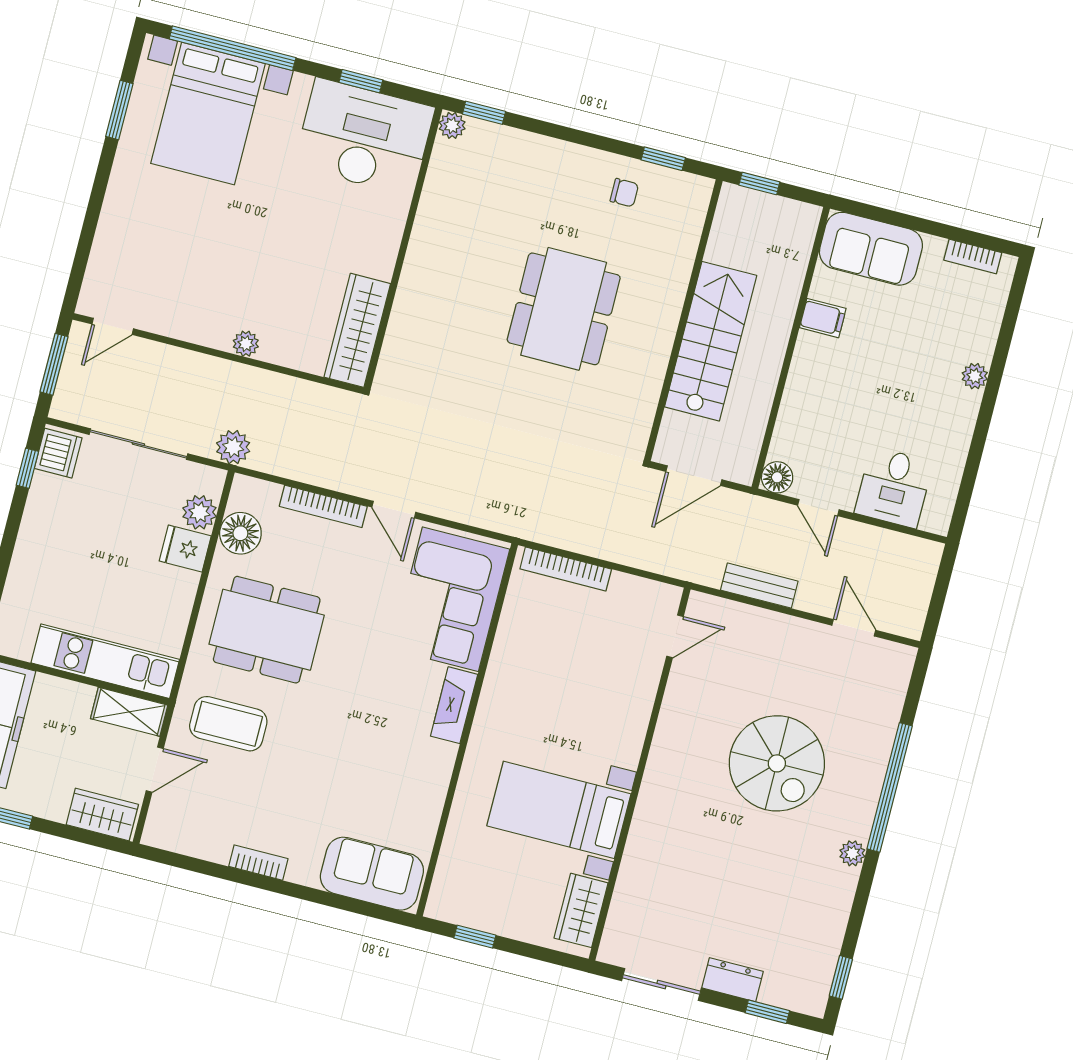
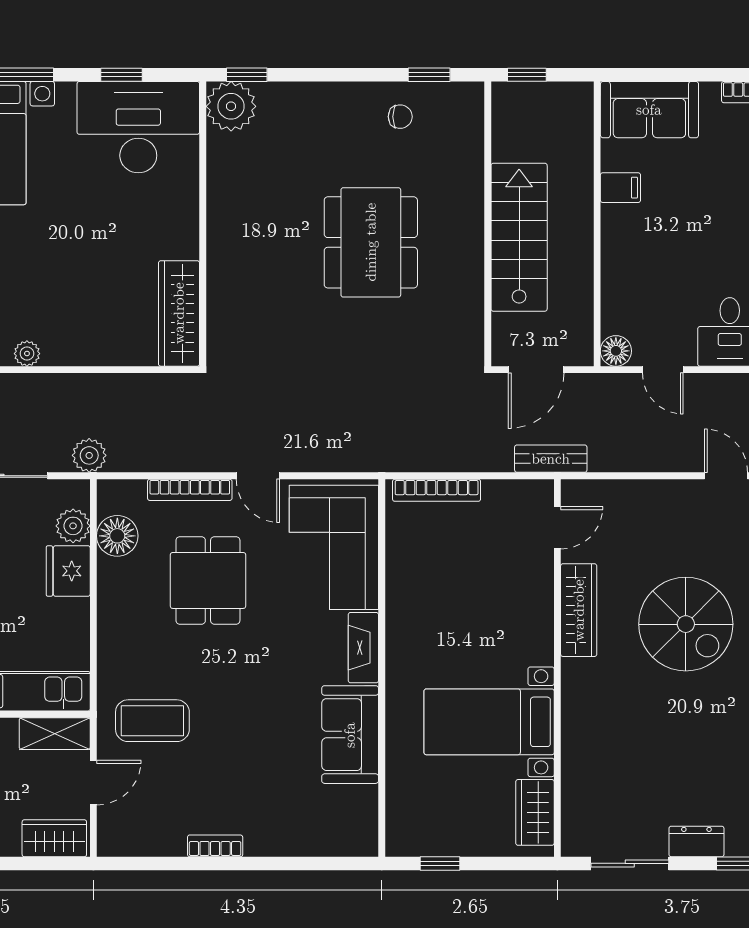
plant: (452, 125) -> (231, 106), width x1.88, depth x1.88
plant: (246, 344) -> (27, 354), moved
fridge: (185, 548) -> (68, 571), width x1.38
bench: (759, 586) -> (551, 459), moved
dining table: (267, 630) -> (208, 580), moved, width x0.73
wardrobe: (675, 723) -> (579, 610), added
sofa: (372, 874) -> (350, 735), moved, turned -90

